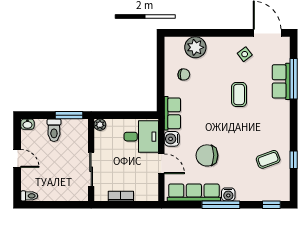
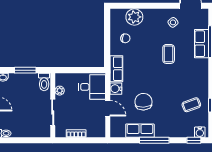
window: (69, 115) -> (25, 70), moved
plant: (100, 125) -> (60, 91), moved
toilet: (54, 130) -> (44, 82), moved
chair: (207, 155) -> (143, 102), turned 87
row of seats: (194, 192) -> (140, 131), width x0.68
water cooler: (228, 194) -> (200, 132), moved

